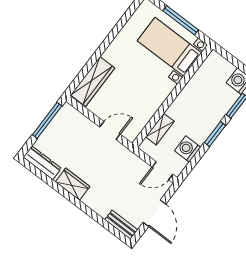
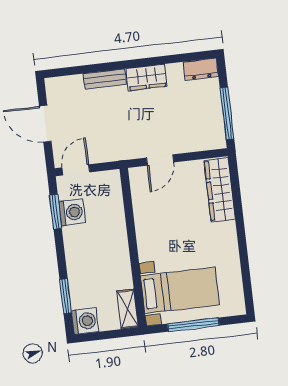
shelving: (160, 129) -> (127, 309), moved
window: (215, 134) -> (56, 212), moved
dresser: (42, 163) -> (201, 69), width x0.70
bench: (121, 225) -> (105, 79), moved

